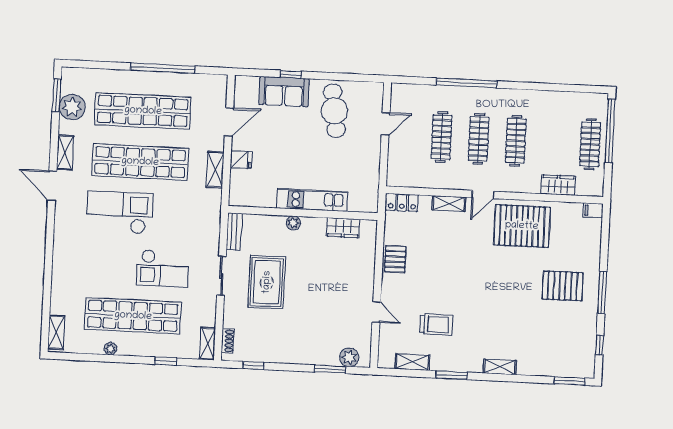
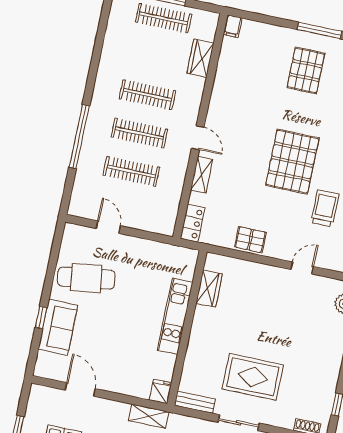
fridge: (241, 160) -> (161, 391), moved
shelving: (215, 170) -> (149, 416), moved
plant: (293, 223) -> (196, 339), removed
pallet: (522, 226) -> (292, 162), moved

